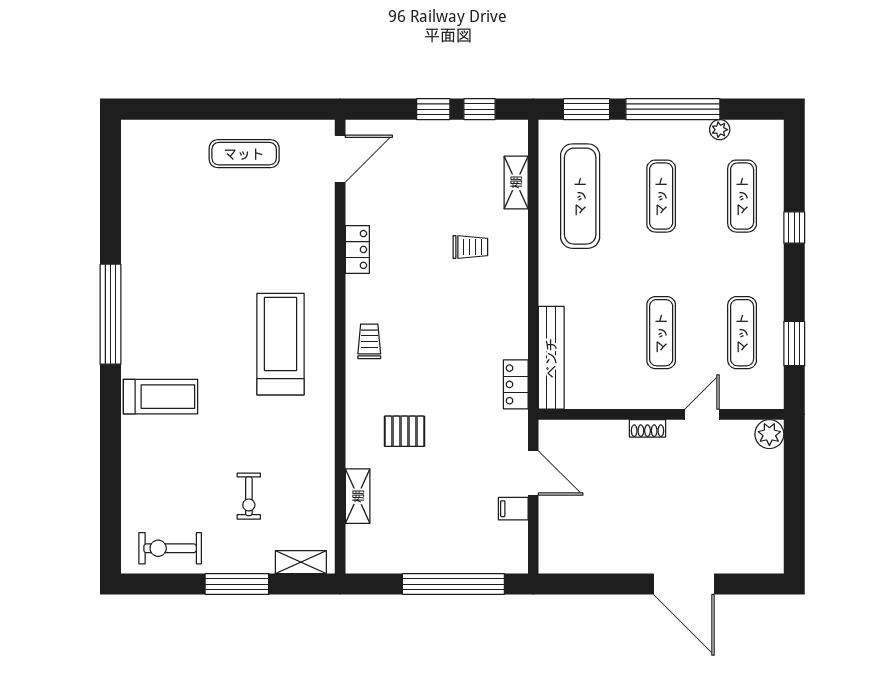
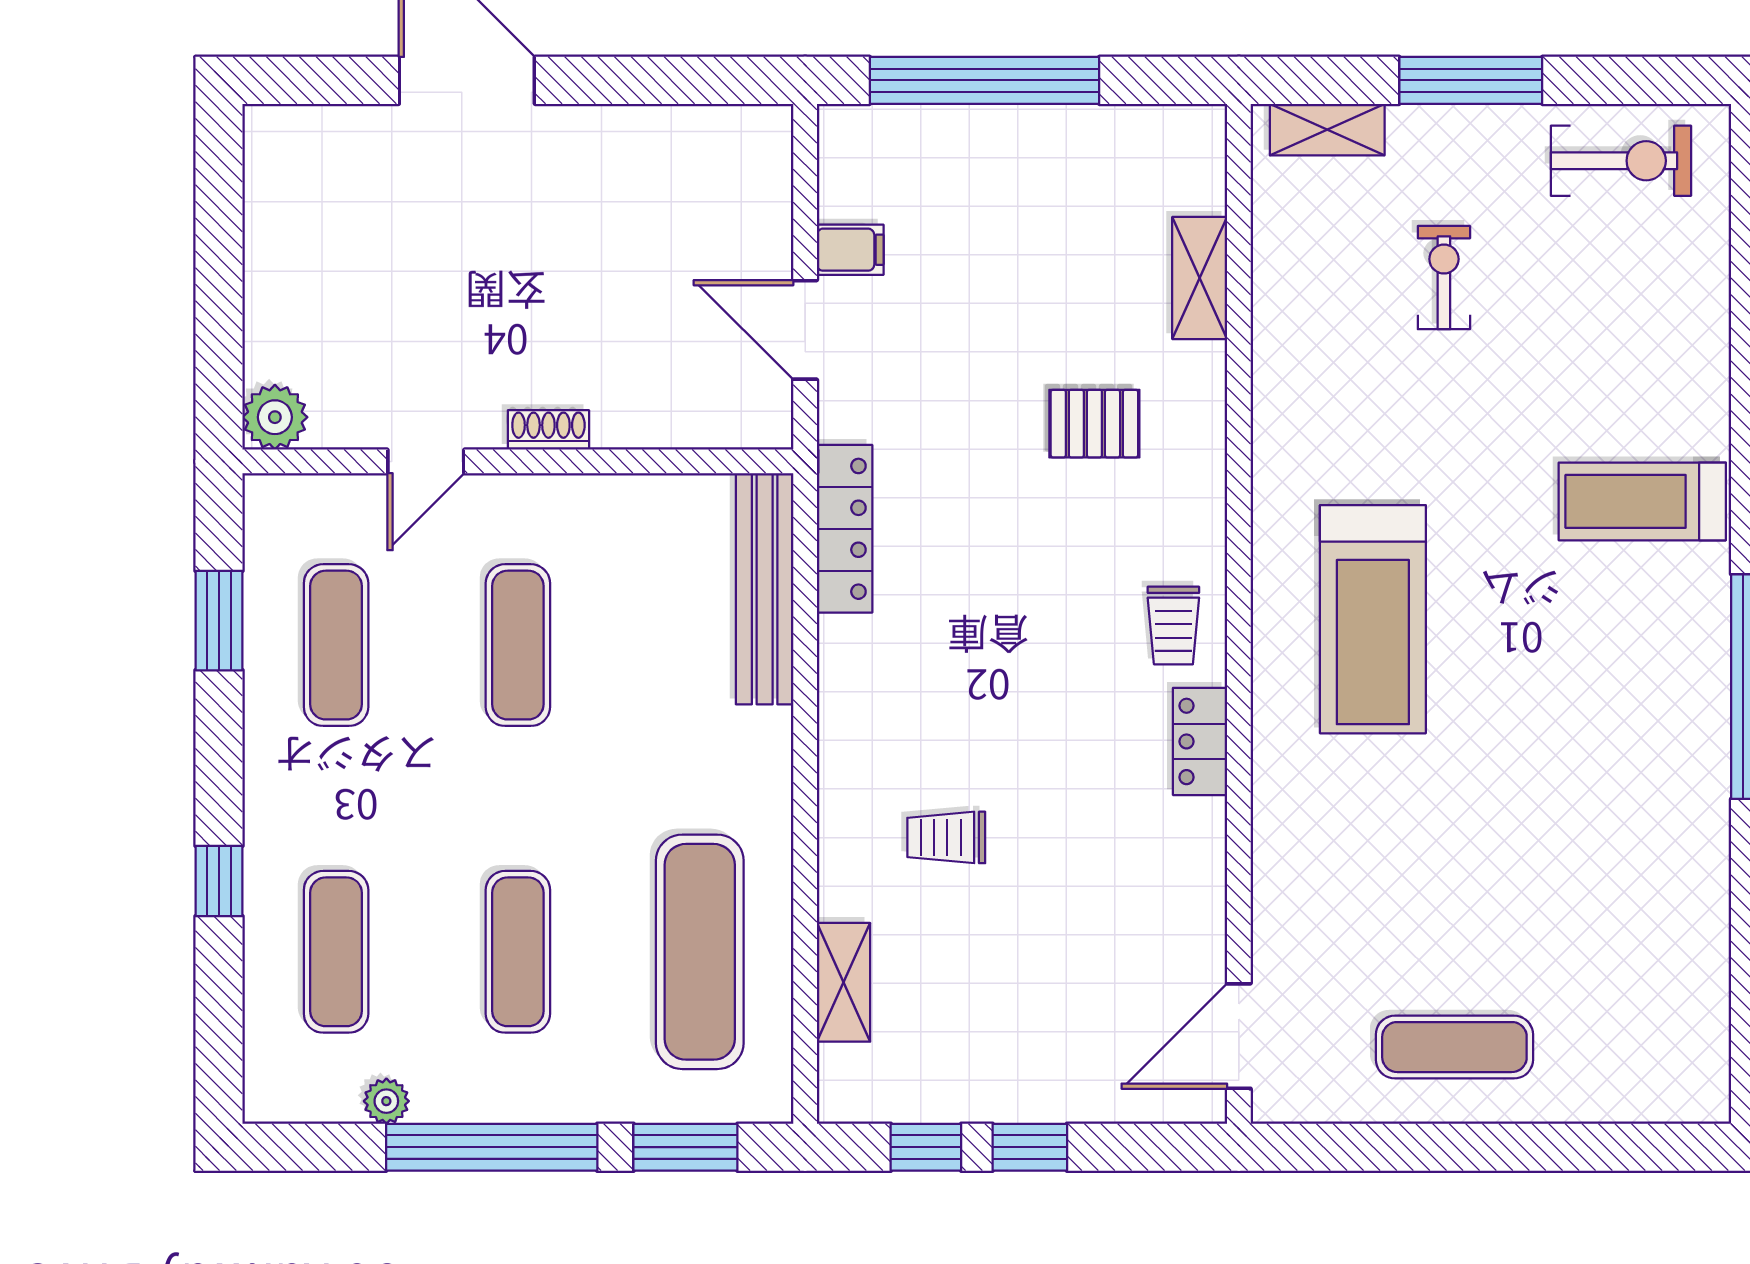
locker: (357, 249) -> (1200, 741), moved
locker: (516, 384) -> (845, 529), width x1.53

